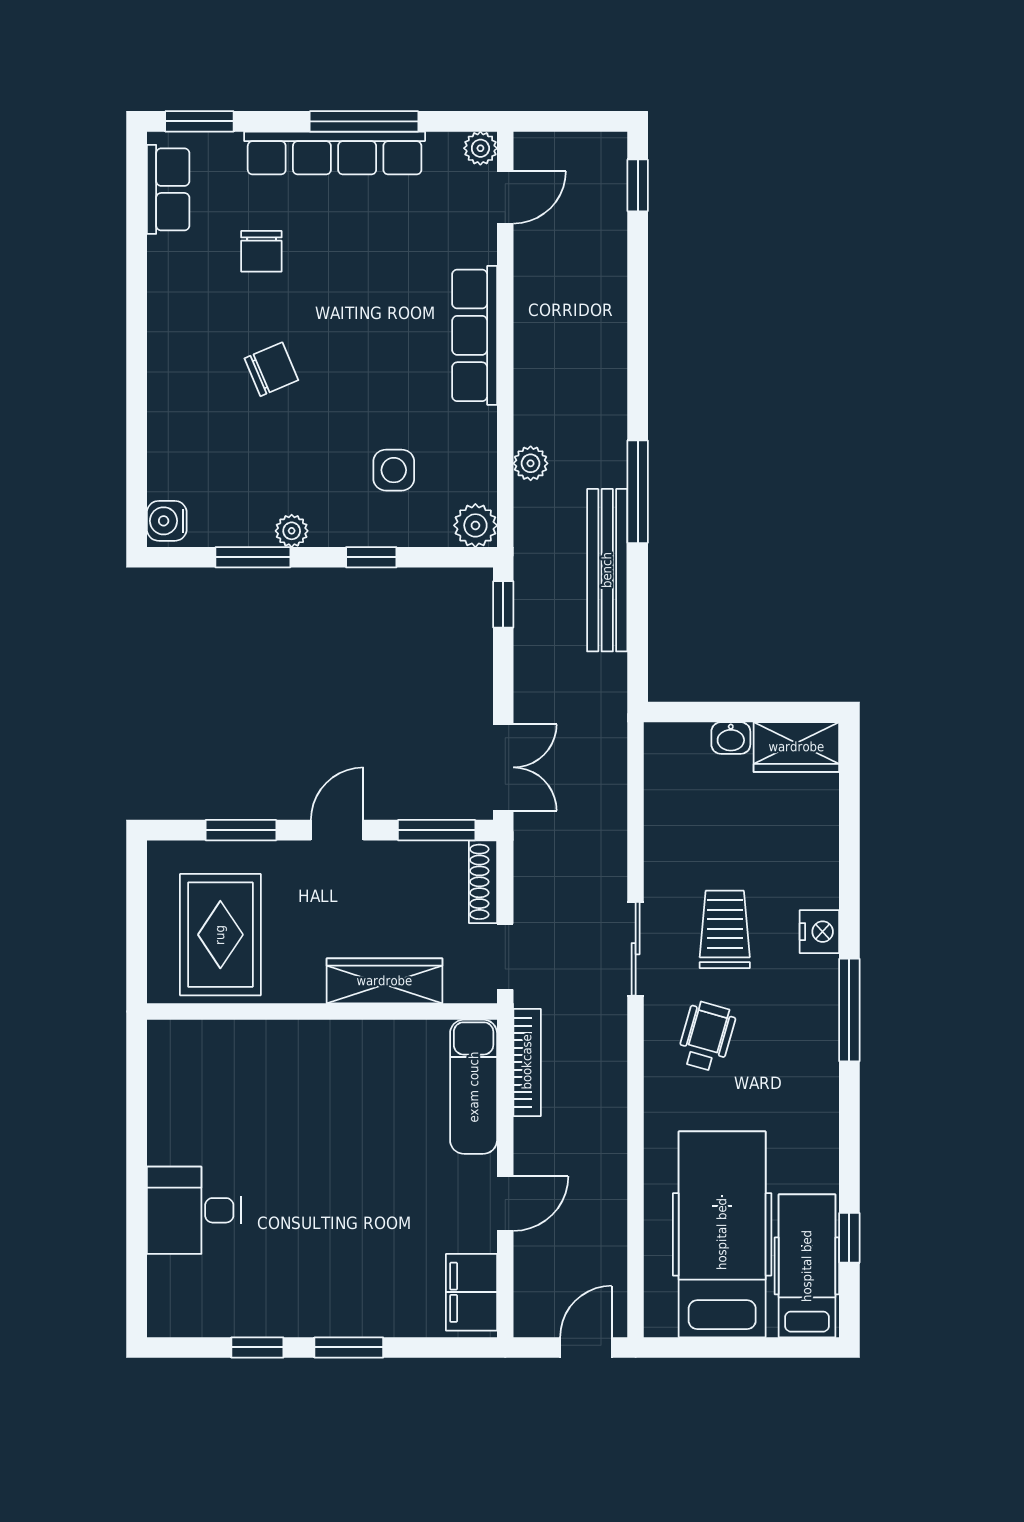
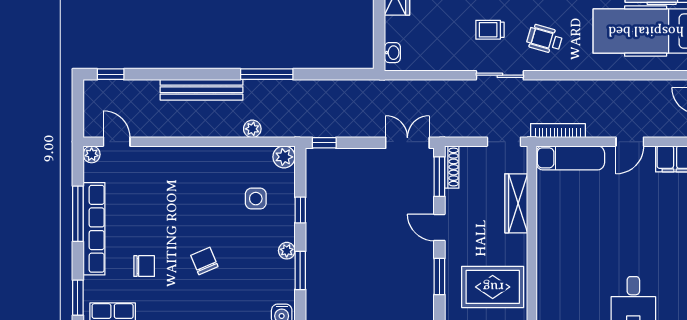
row of seats: (475, 335) -> (187, 157), removed
bench: (607, 570) -> (202, 90), moved
washbasin: (731, 738) -> (392, 53), moved
shoe rack: (483, 882) -> (452, 167), moved, turned -90
trolley: (725, 929) -> (490, 30), width x0.73, depth x0.72
door: (505, 1203) -> (630, 142), swing flipped

